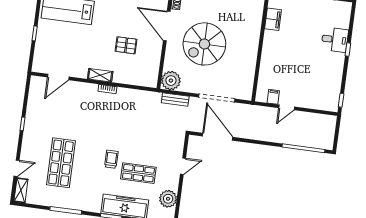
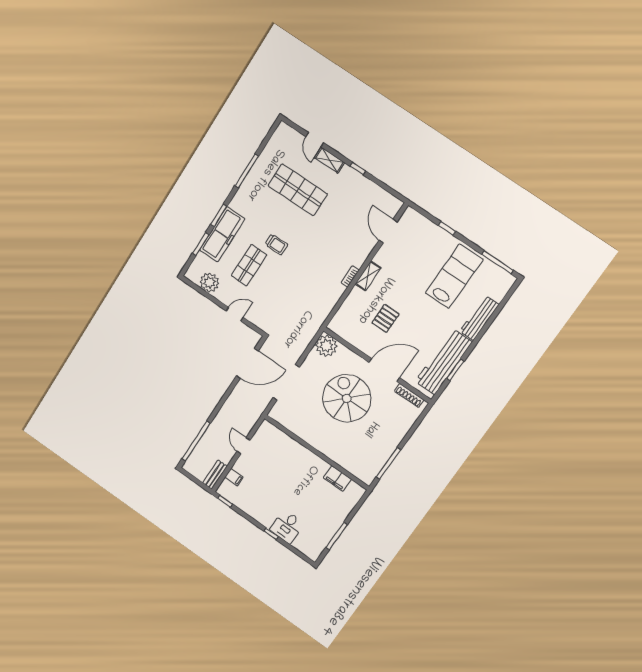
filing cabinet: (273, 97) -> (234, 477), moved
bench: (175, 99) -> (215, 475), moved
door: (183, 166) -> (235, 314), swing flipped
shelving: (21, 190) -> (329, 160), moved

